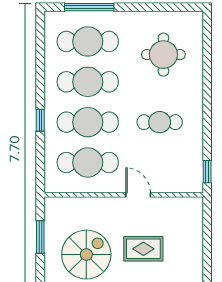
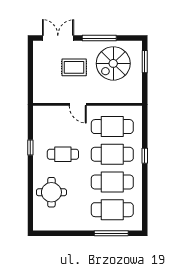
round table: (163, 55) -> (51, 192), moved
window: (207, 172) -> (30, 148), moved
window: (40, 237) -> (145, 62), moved

